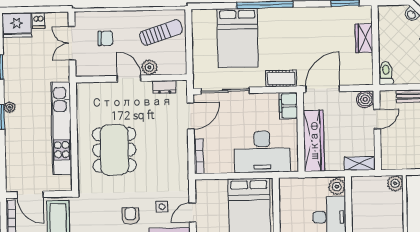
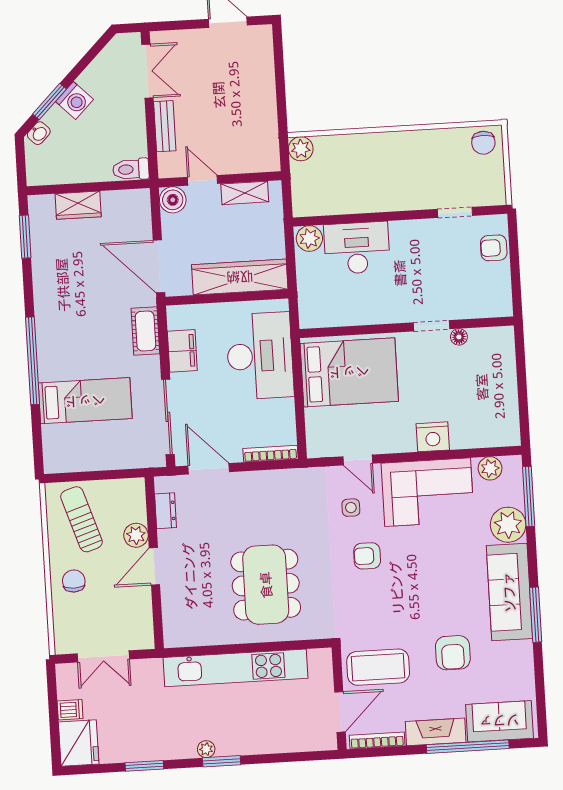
chair: (105, 38) -> (74, 581), moved
bed: (238, 38) -> (85, 401), width x0.67
filing cabinet: (288, 106) -> (182, 351), moved, turned -90
dining table: (114, 150) -> (266, 585), turned 90
shelving: (360, 164) -> (245, 193), moved, turned 90

